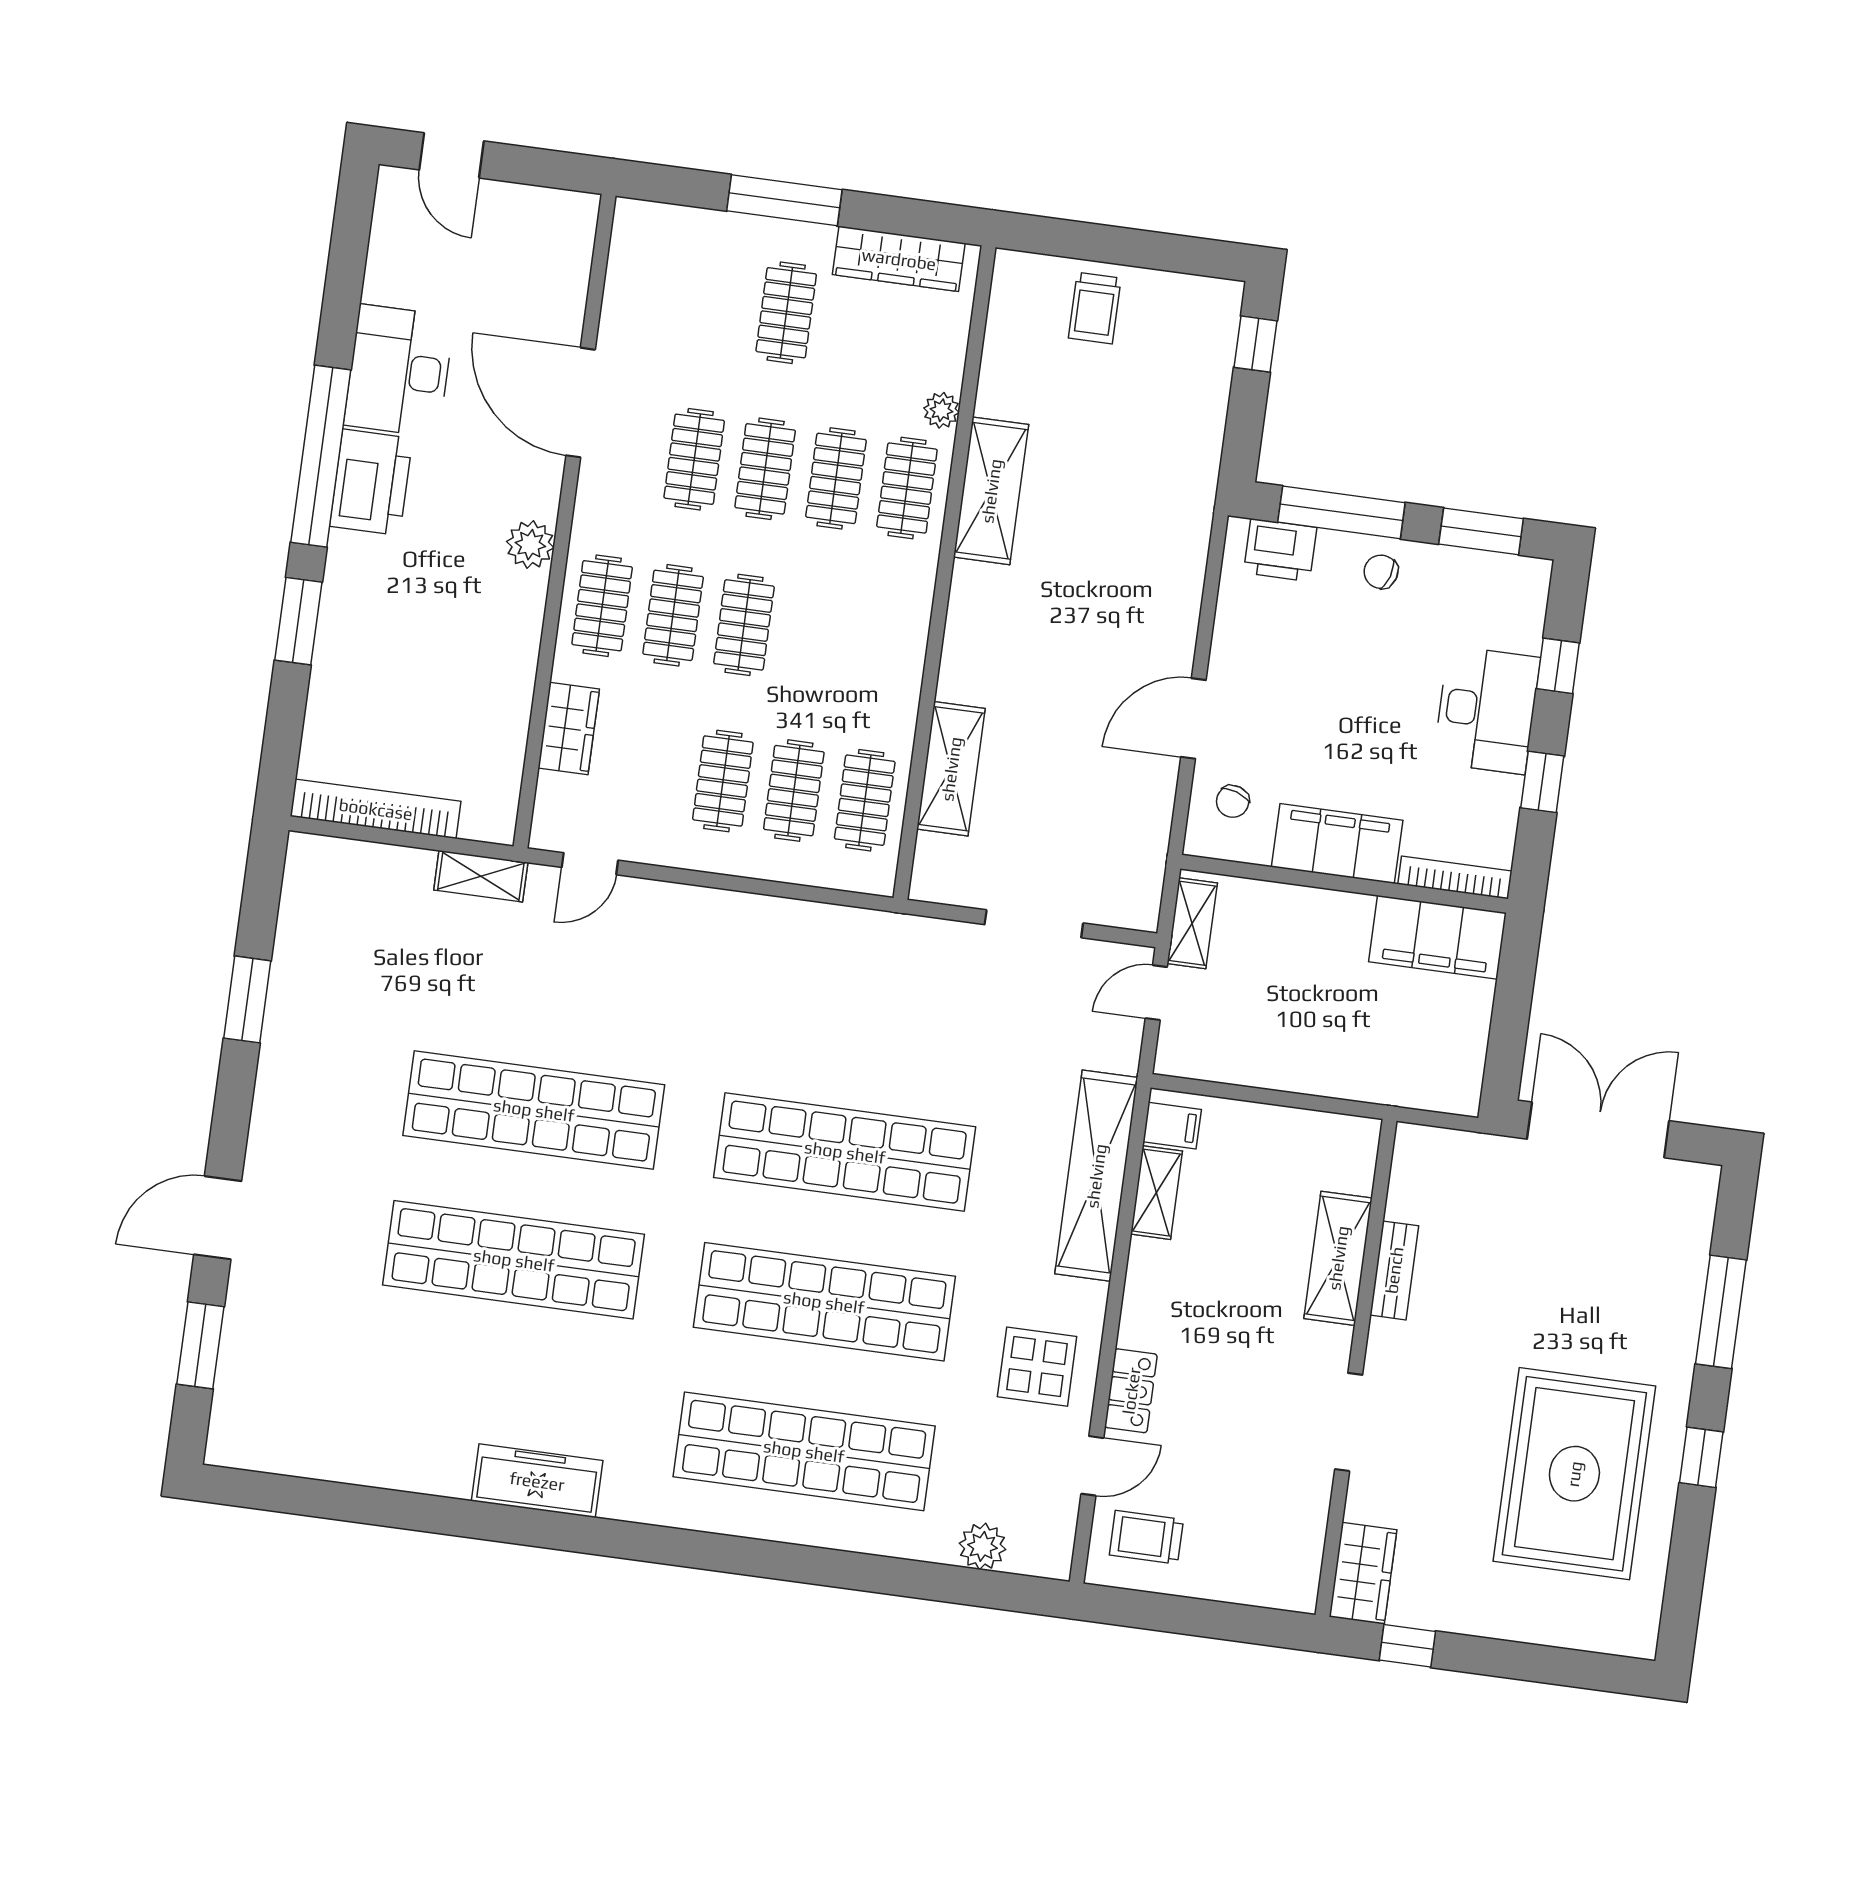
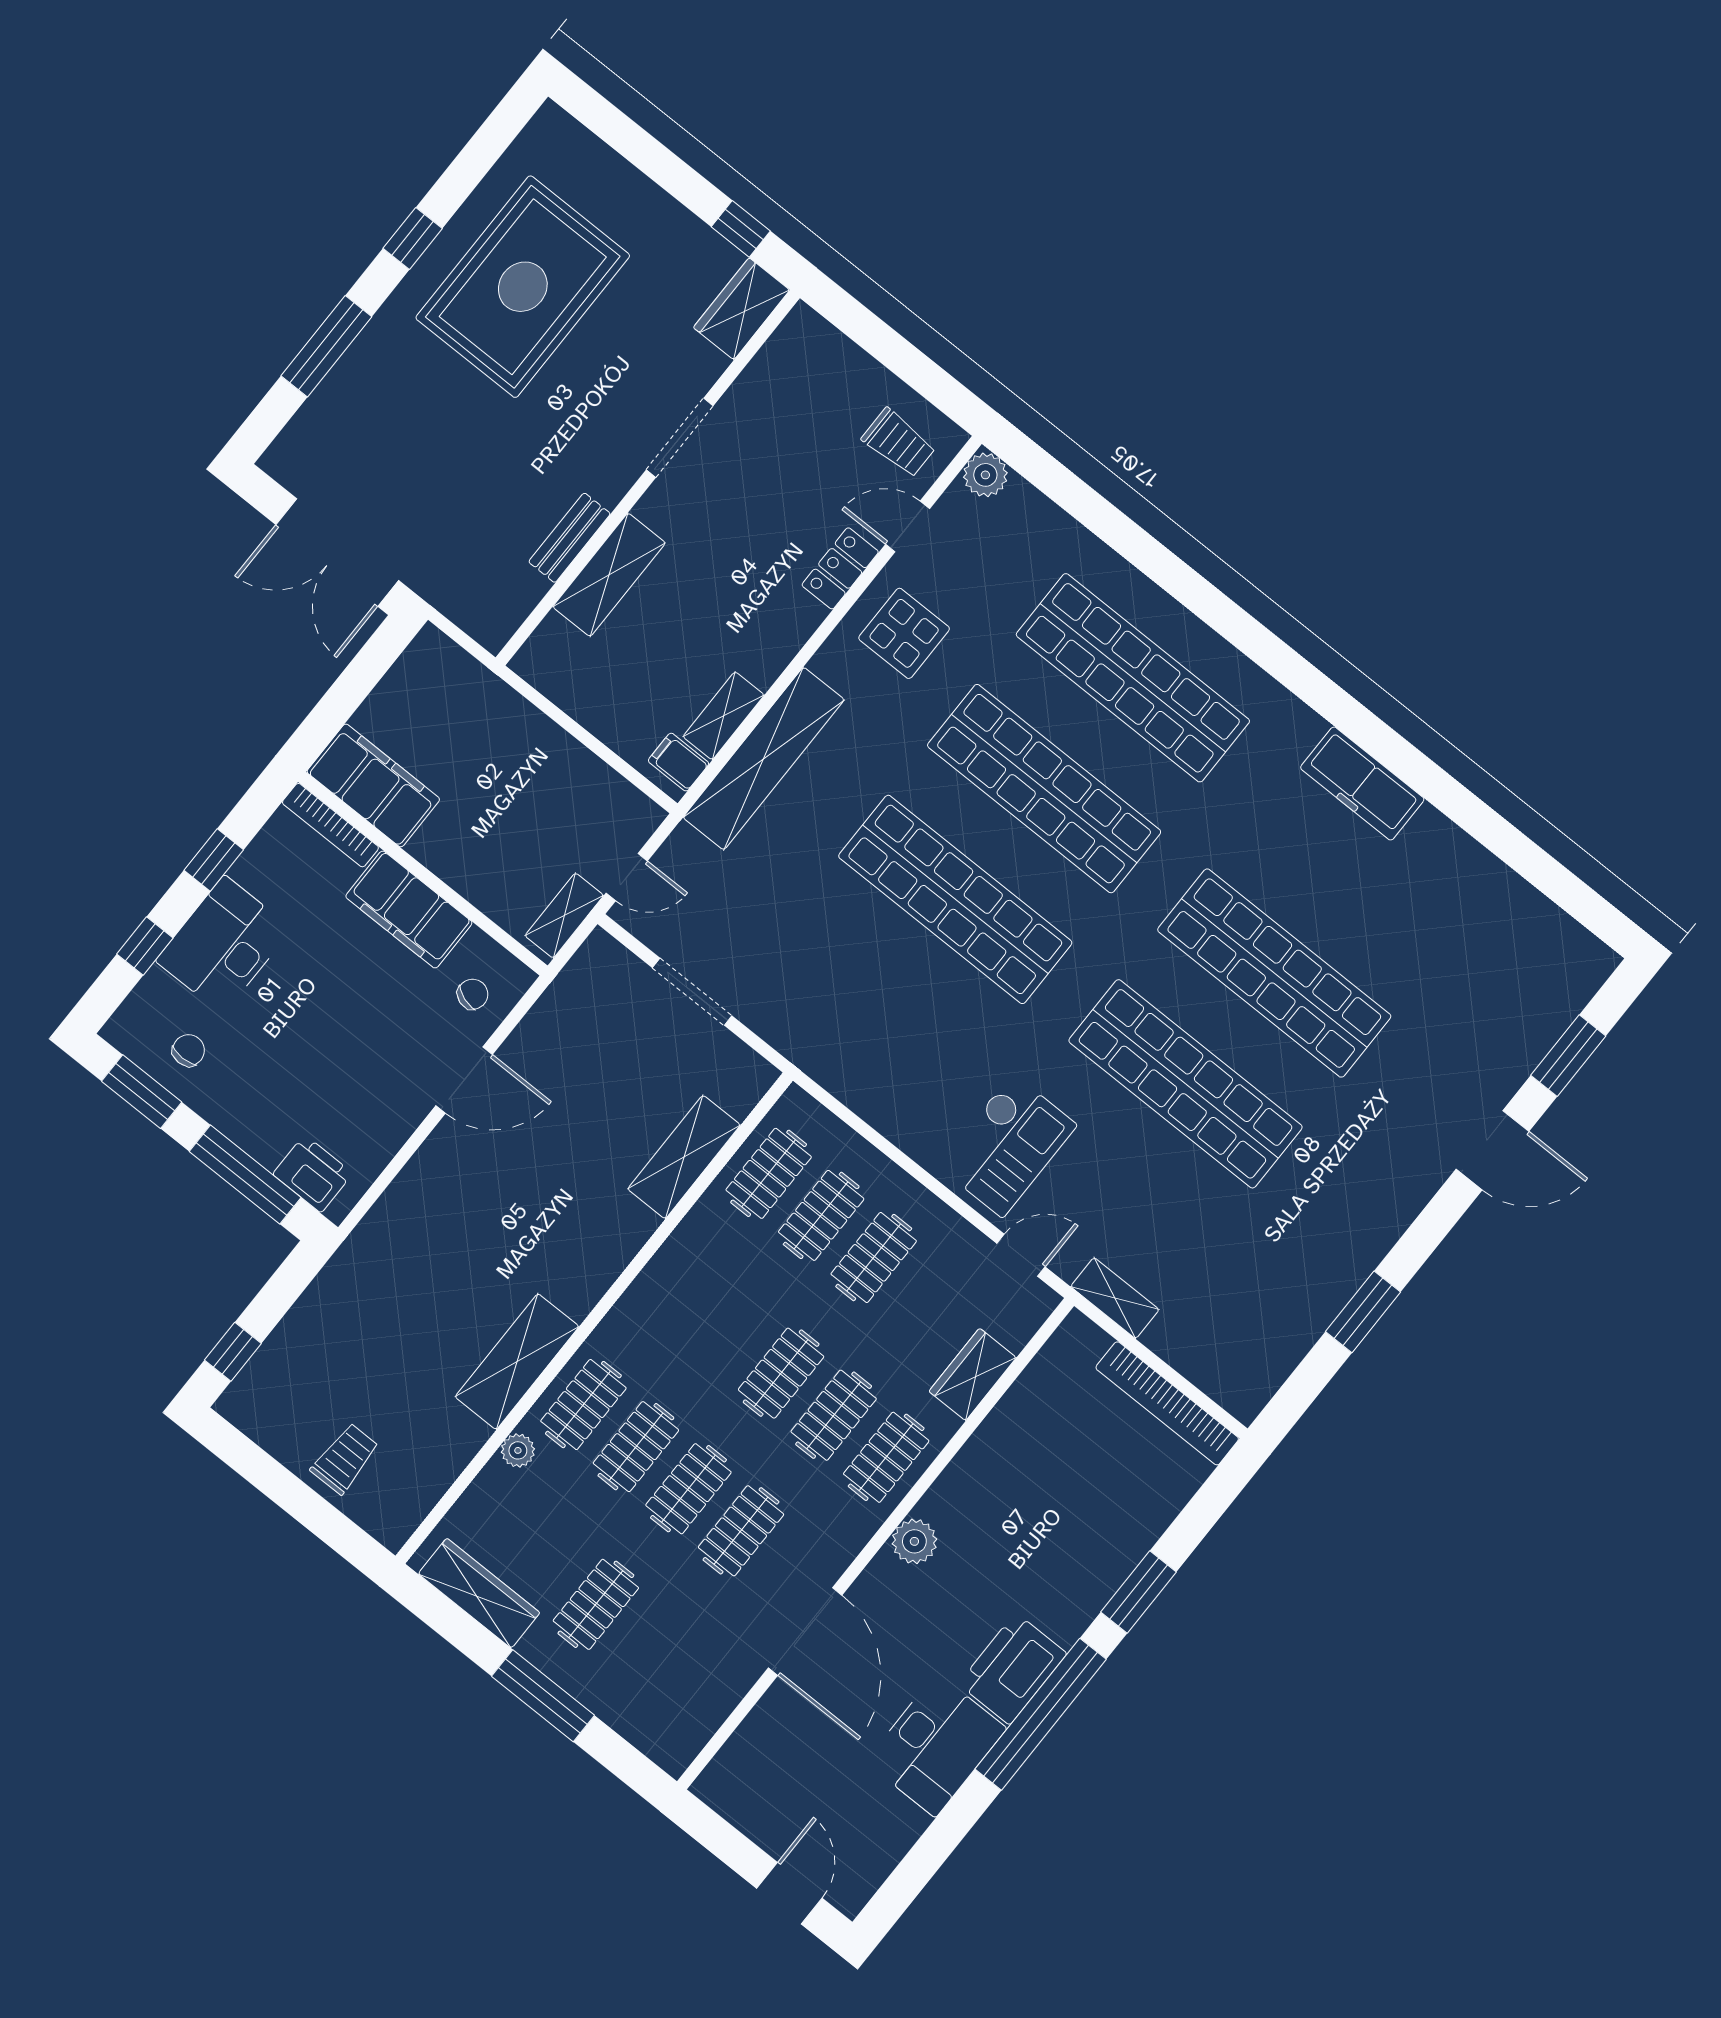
chair: (1381, 572) -> (189, 1050), moved, turned -107
checkout: (663, 956) -> (1007, 1145), added
plant: (982, 1546) -> (985, 475), moved

